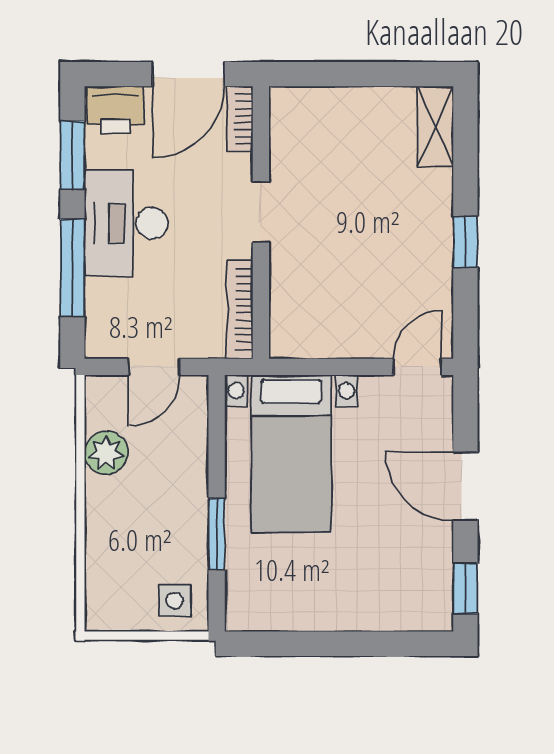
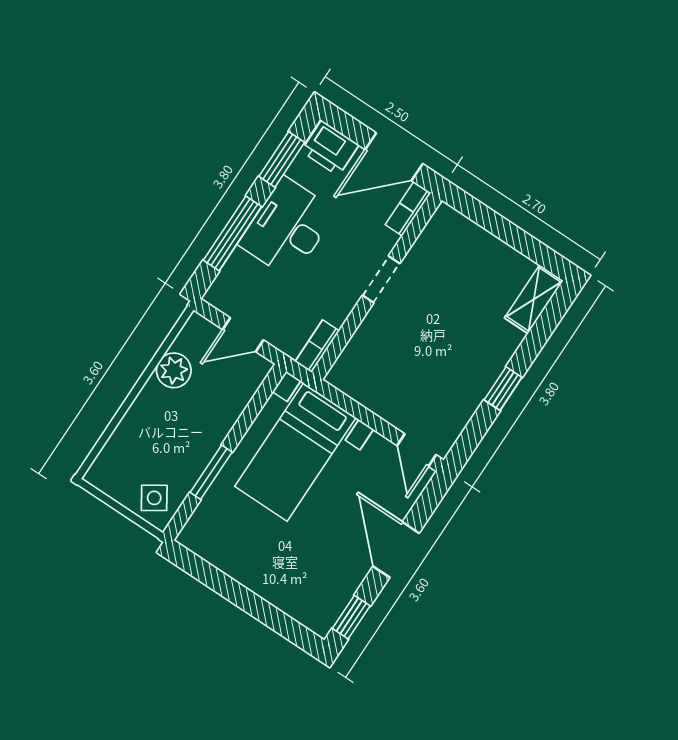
bookcase: (240, 309) -> (317, 346), width x0.64
door: (417, 367) -> (417, 450), swing flipped
side table: (175, 601) -> (154, 498), turned -33

